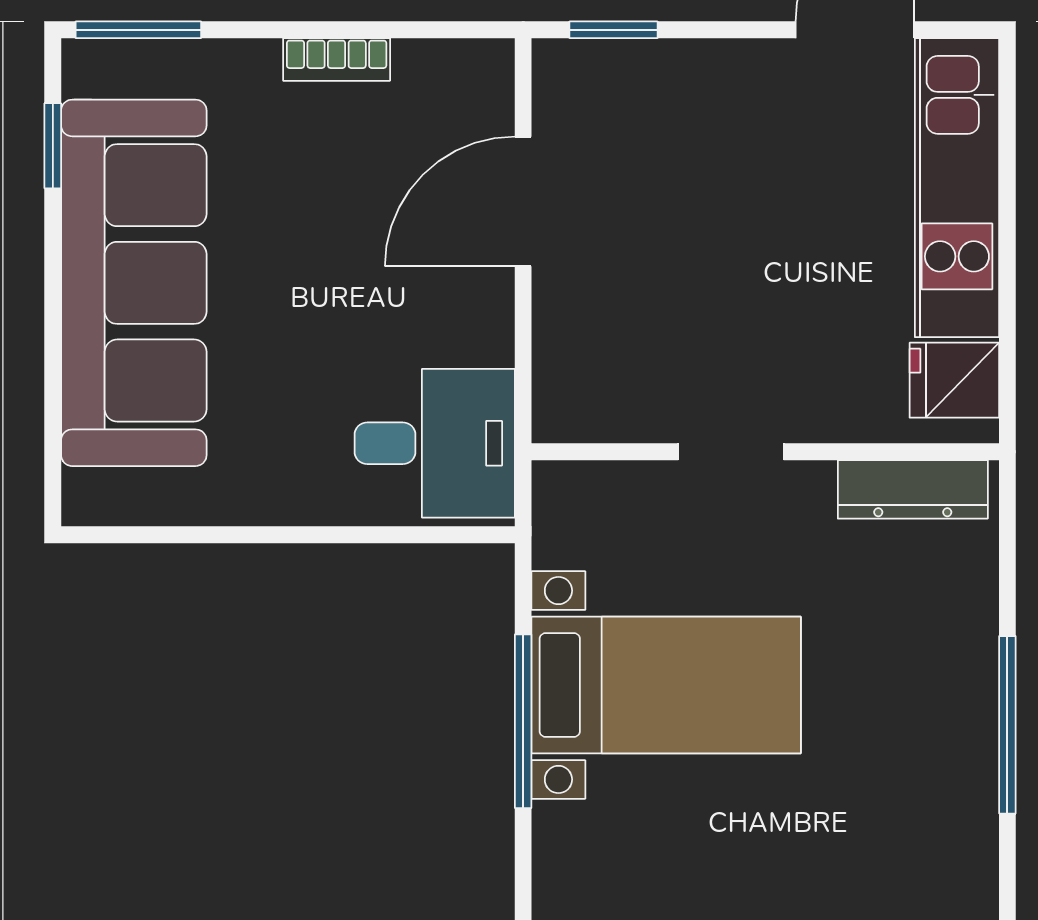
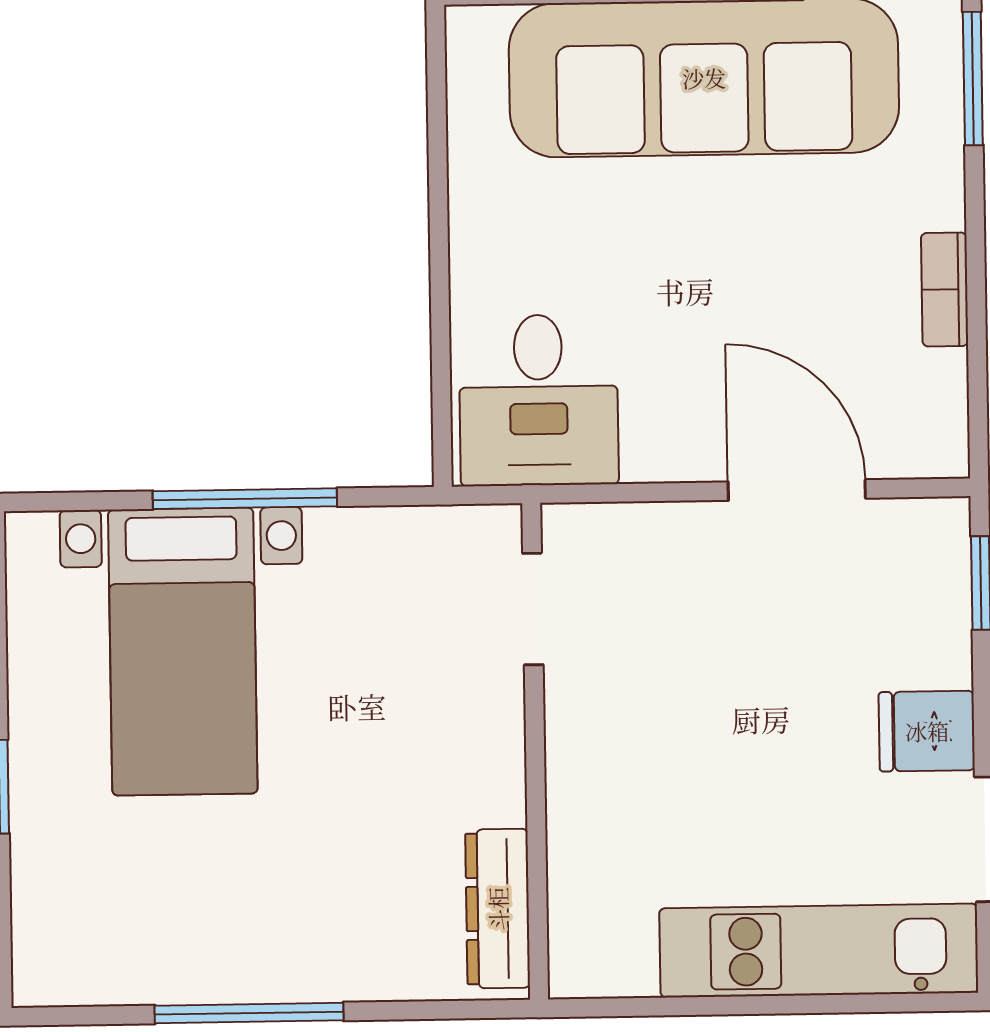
fridge: (954, 380) -> (927, 731), moved, turned -90
doorway: (731, 452) -> (533, 609), moved
bed with nightstands: (666, 685) -> (183, 652), moved

